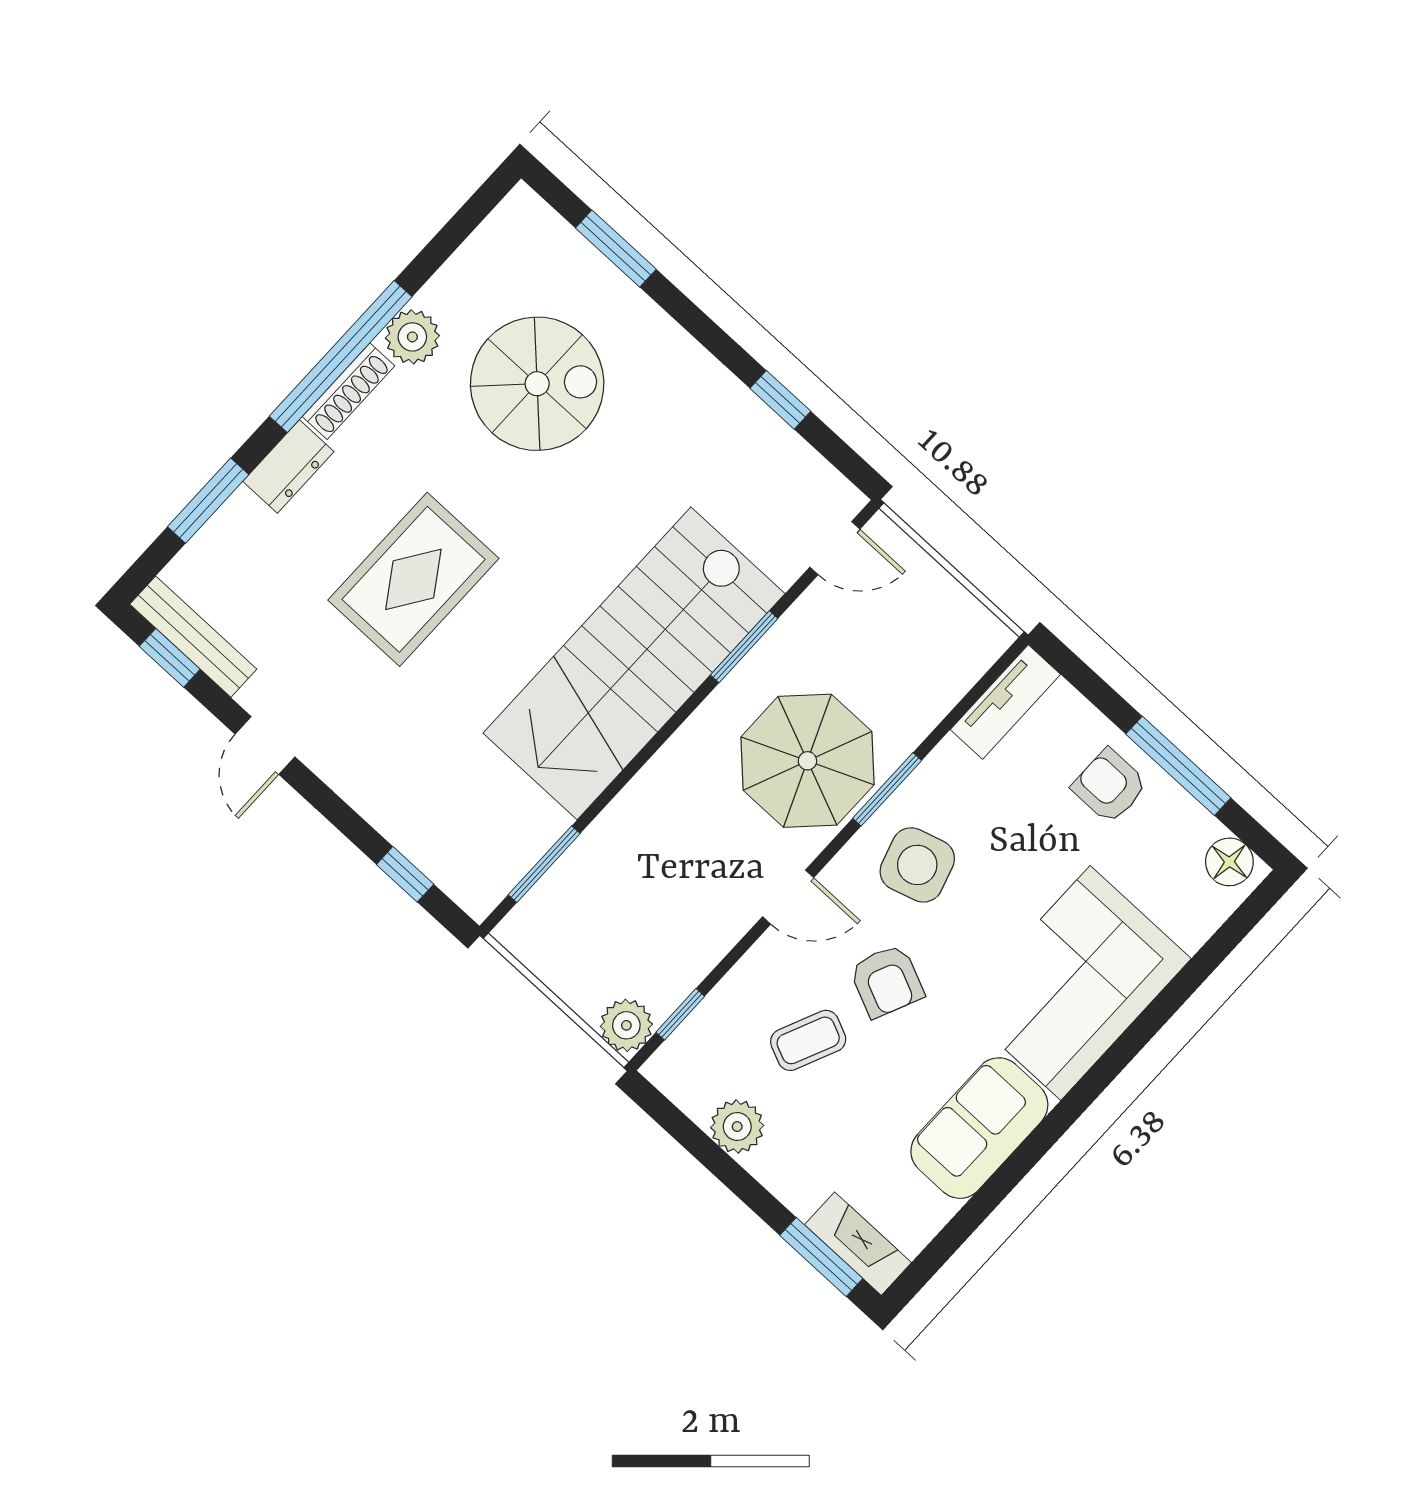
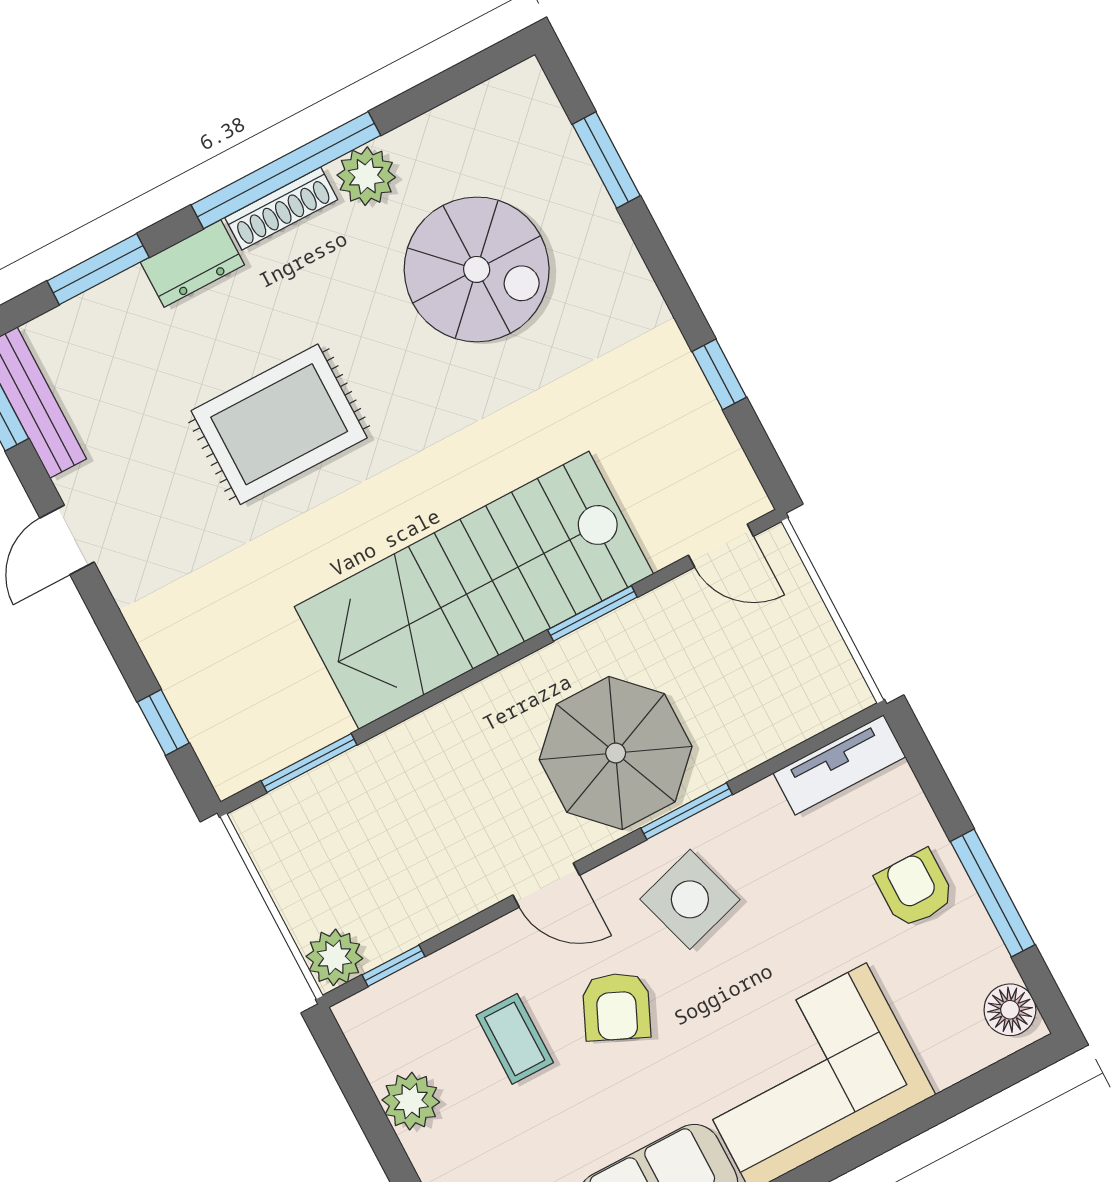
coffee table: (808, 1040) -> (515, 1039), turned 66

